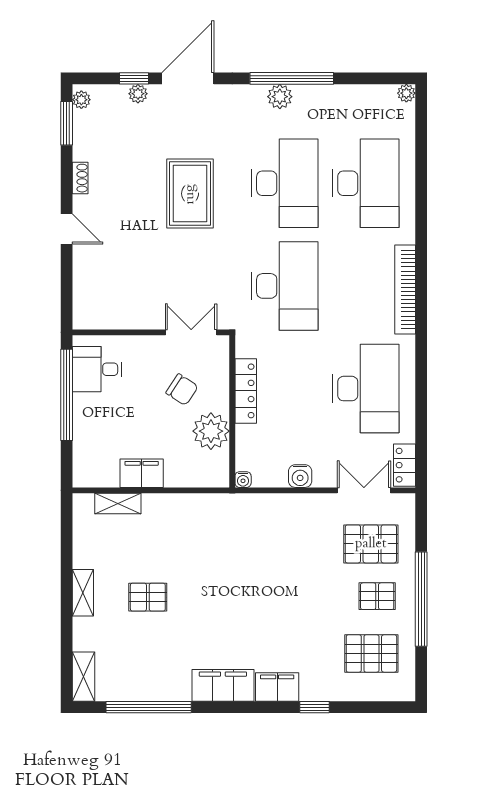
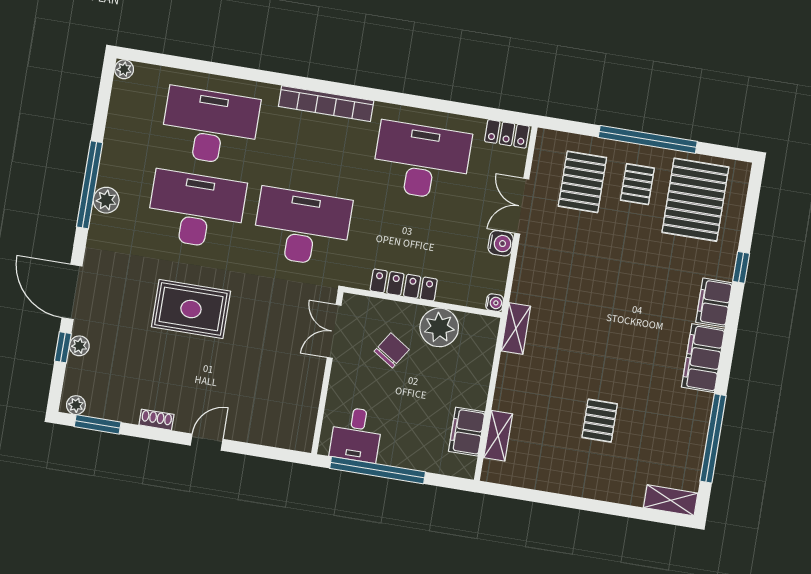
filing cabinet: (142, 473) -> (467, 432), moved
double door: (364, 490) -> (522, 206), moved
shelving: (83, 593) -> (516, 329), moved, turned 90
pallet: (371, 653) -> (695, 200), width x1.37, depth x1.41

